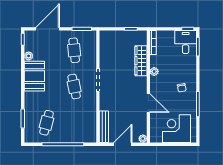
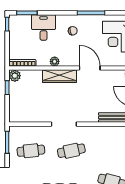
plant: (141, 36) -> (15, 76), added
desk: (186, 42) -> (44, 28), moved, turned 90
wardrobe: (141, 61) -> (59, 76), moved
door: (148, 103) -> (90, 68), hinge flipped

